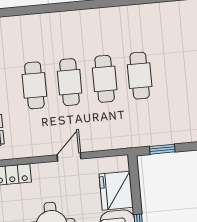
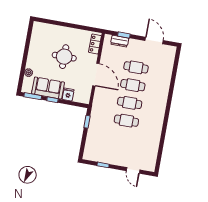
door: (69, 157) -> (96, 75), width x1.88
fridge: (116, 191) -> (68, 94), width x0.53, depth x0.75

